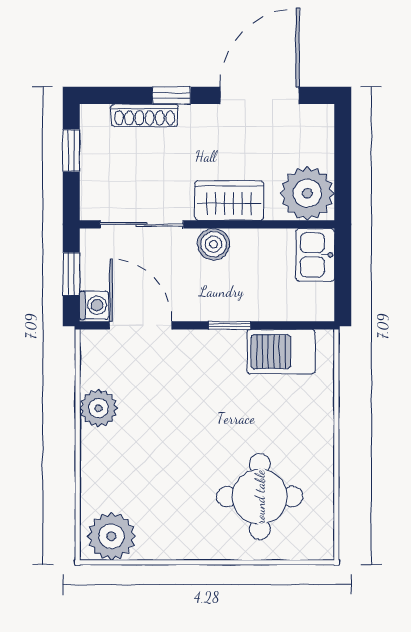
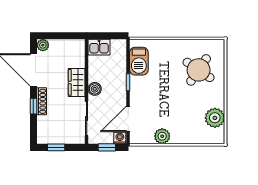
shoe rack: (145, 115) -> (42, 101), moved
plant: (307, 193) -> (43, 45), moved, width x0.53, depth x0.53
round table: (260, 497) -> (199, 70), turned 34
plant: (111, 536) -> (215, 118), moved

